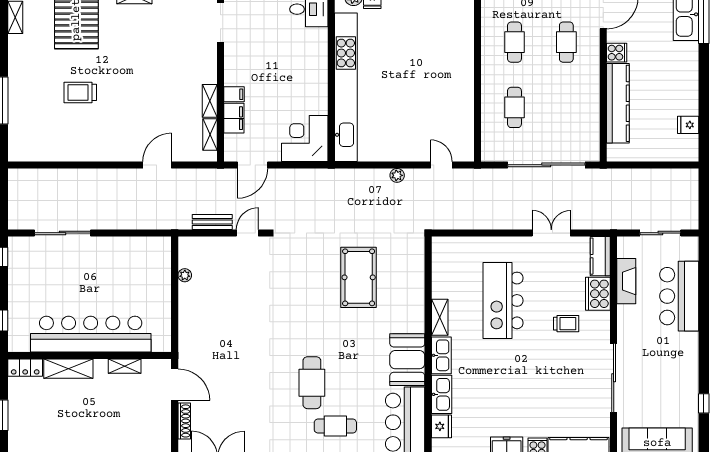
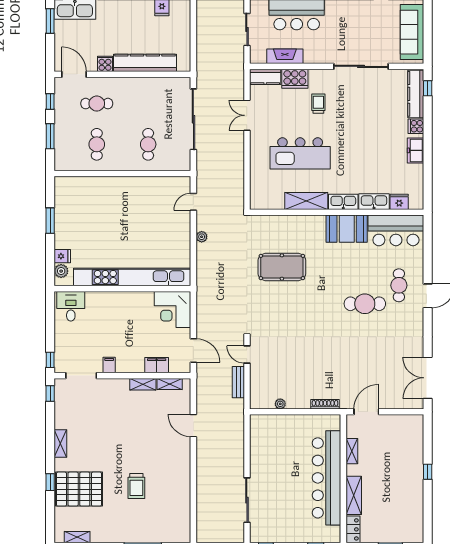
cafe table: (514, 42) -> (97, 144), turned 90
filing cabinet: (234, 94) -> (109, 365), moved
cafe table: (514, 107) -> (148, 144), turned 90
shelving: (440, 317) -> (306, 201), width x1.50, depth x1.33
shoe rack: (184, 421) -> (325, 404), moved

